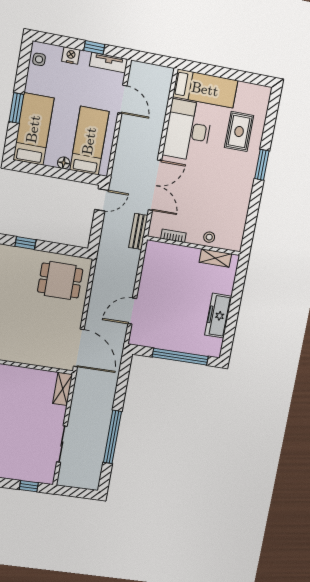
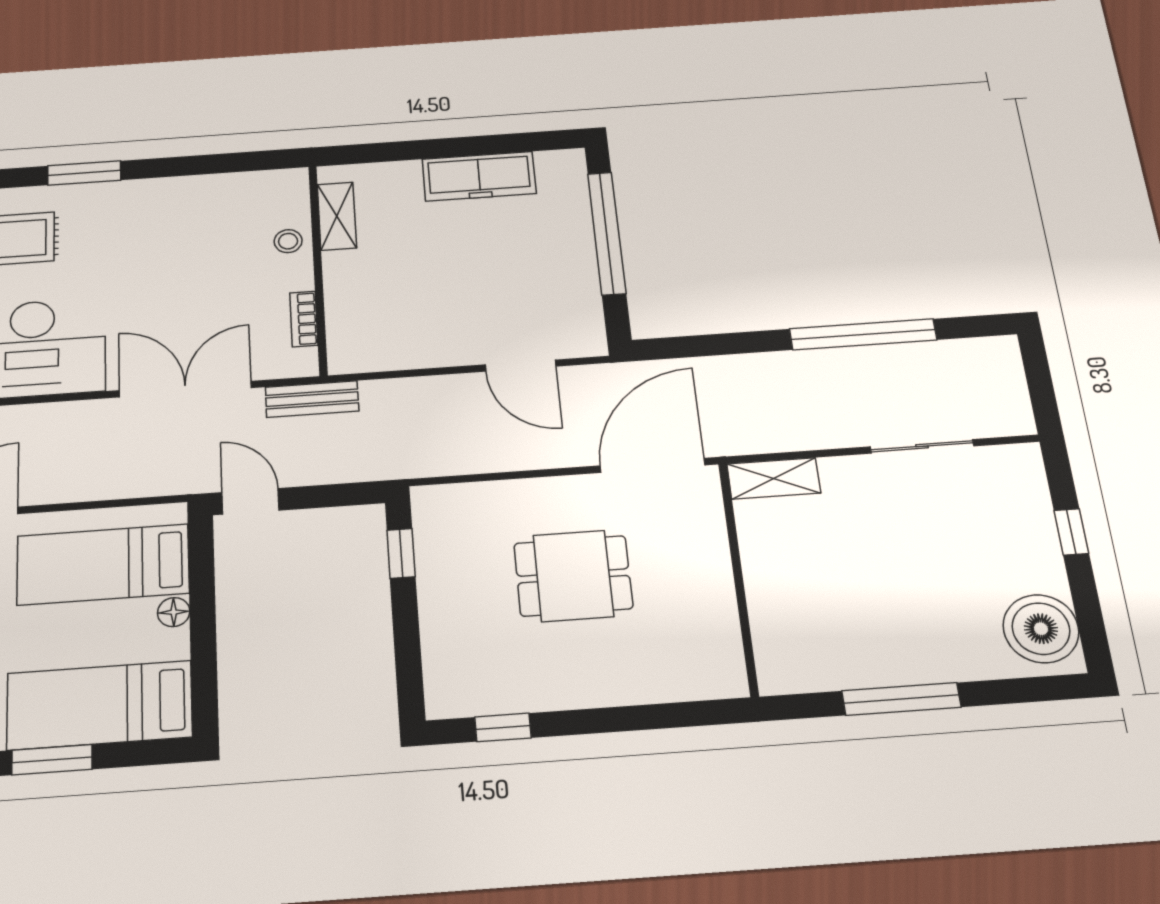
window: (25, 243) -> (401, 553), moved
dining table: (60, 281) -> (573, 576), moved, turned 90
window: (29, 486) -> (1071, 532), moved

